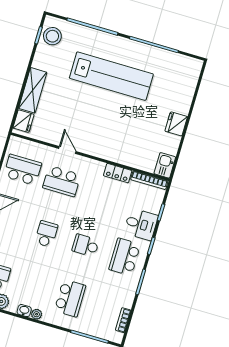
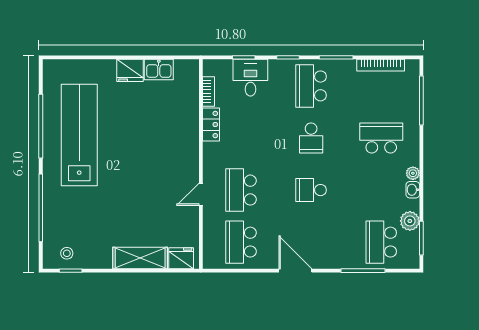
stool: (52, 36) -> (67, 253), width x0.53, depth x0.53
lab bench: (111, 76) -> (79, 135), moved
kitchen sink: (165, 165) -> (159, 70), moved
bookcase: (149, 180) -> (209, 92), width x0.64
school desk: (62, 181) -> (241, 190), turned 180
desk: (141, 224) -> (250, 78), moved
school desk: (125, 257) -> (311, 86), turned 90
bookcase: (123, 320) -> (381, 65), width x1.56

